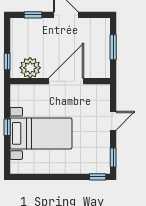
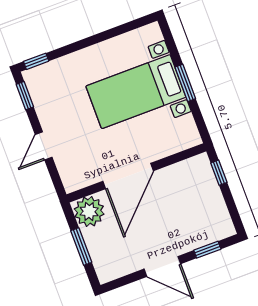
plant: (30, 68) -> (89, 211), moved
window: (7, 127) -> (185, 83), width x1.50

